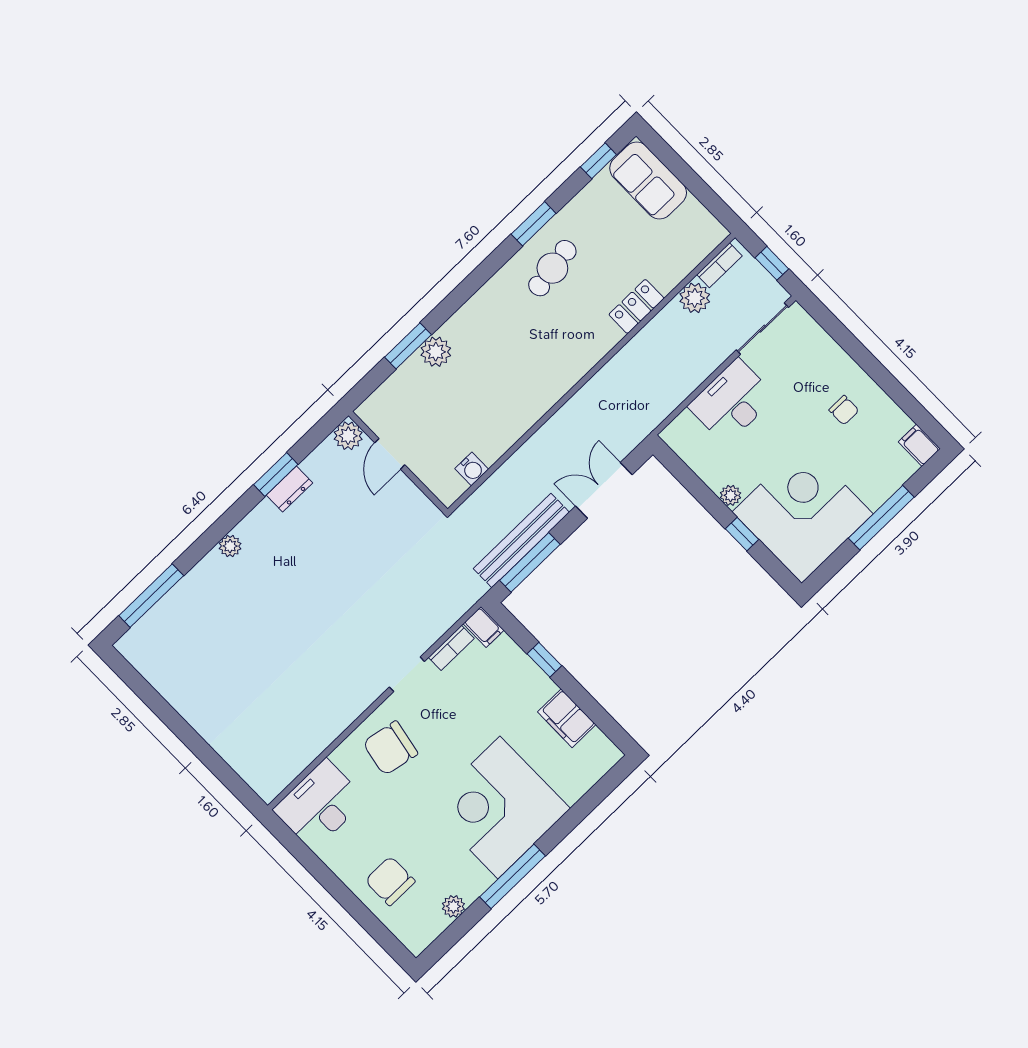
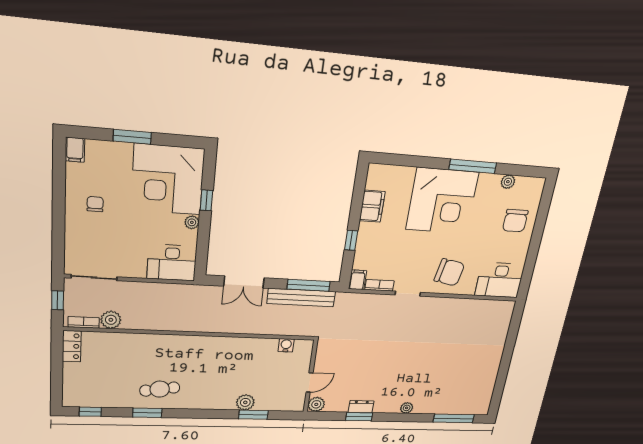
sofa: (648, 180) -> (77, 385), removed
locker: (636, 306) -> (72, 346), moved, turned -90
desk: (732, 402) -> (172, 263), moved
window: (881, 518) -> (132, 137), width x0.69

